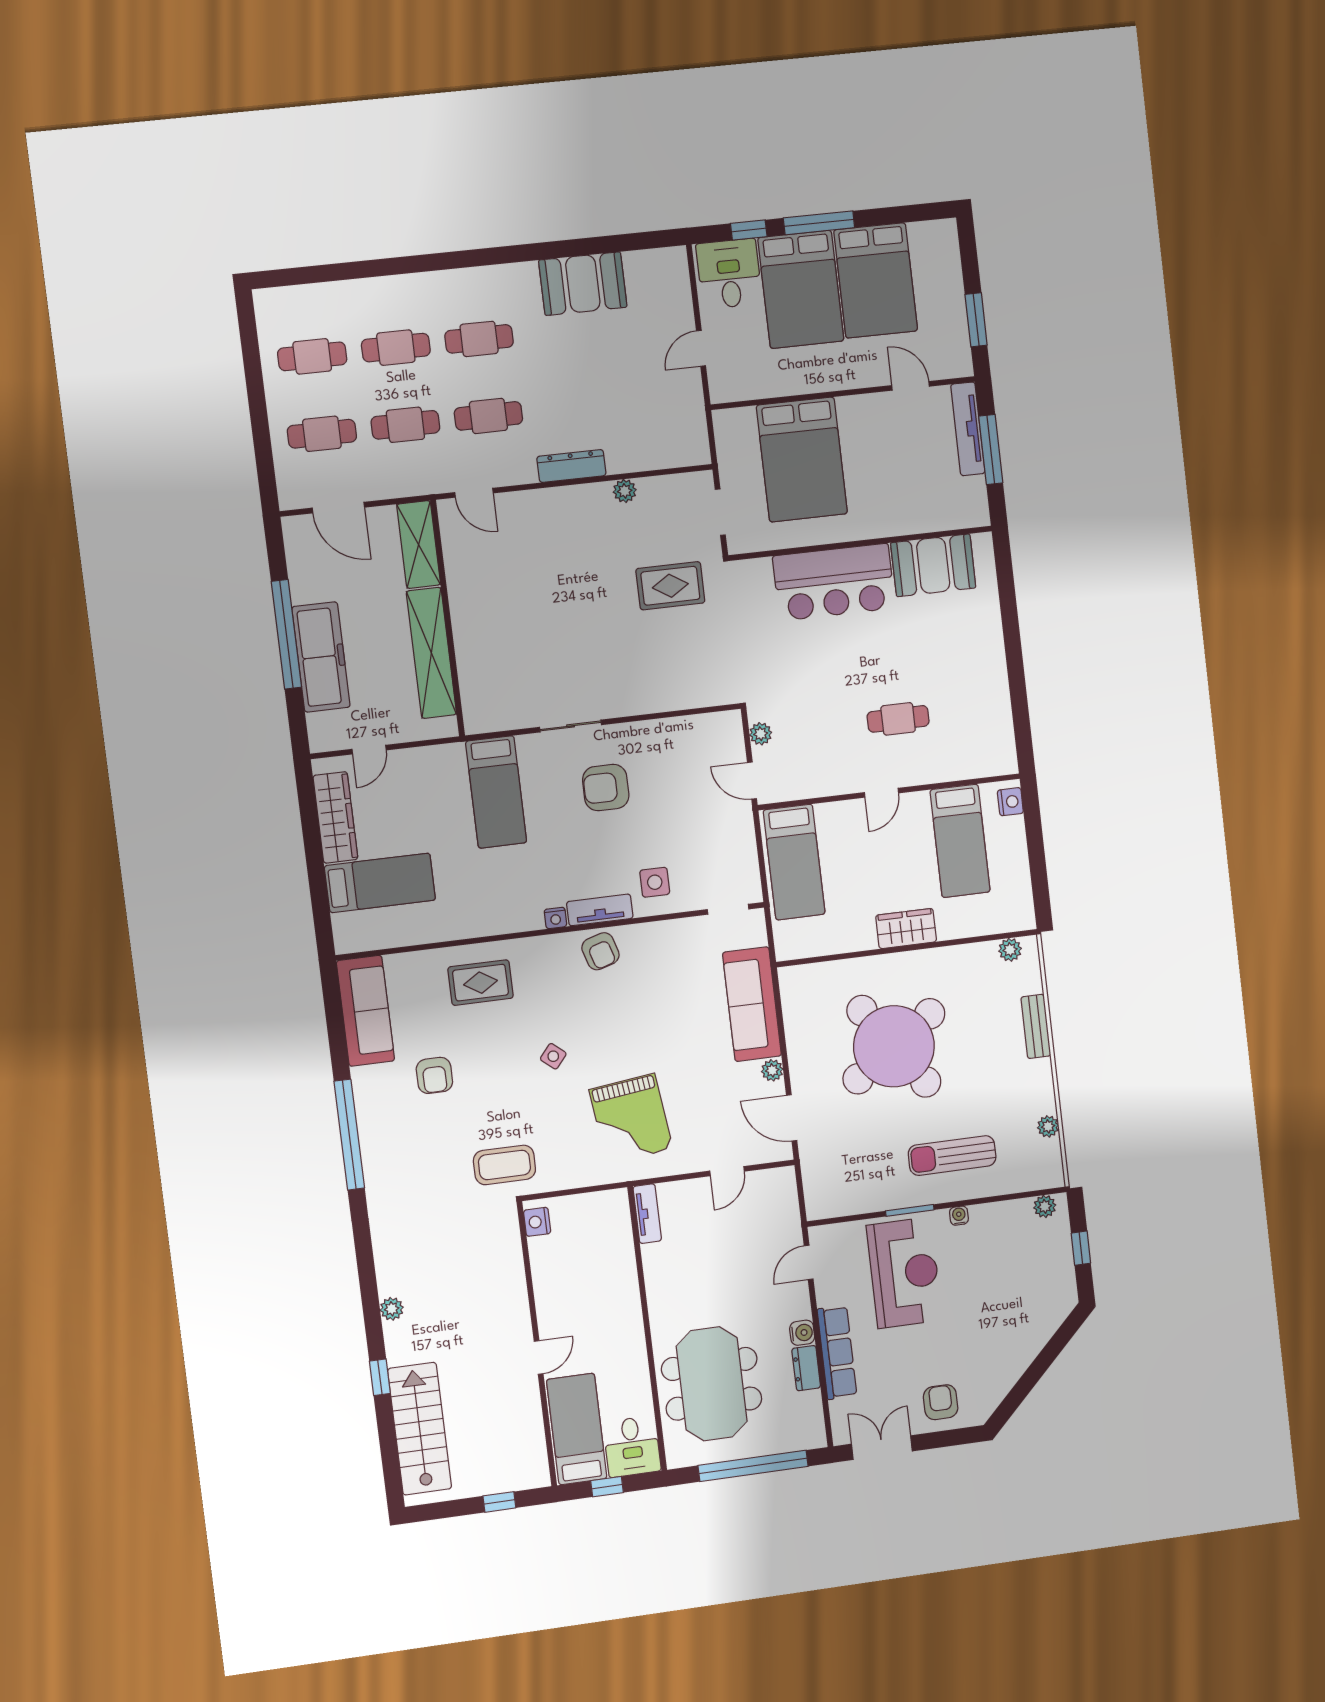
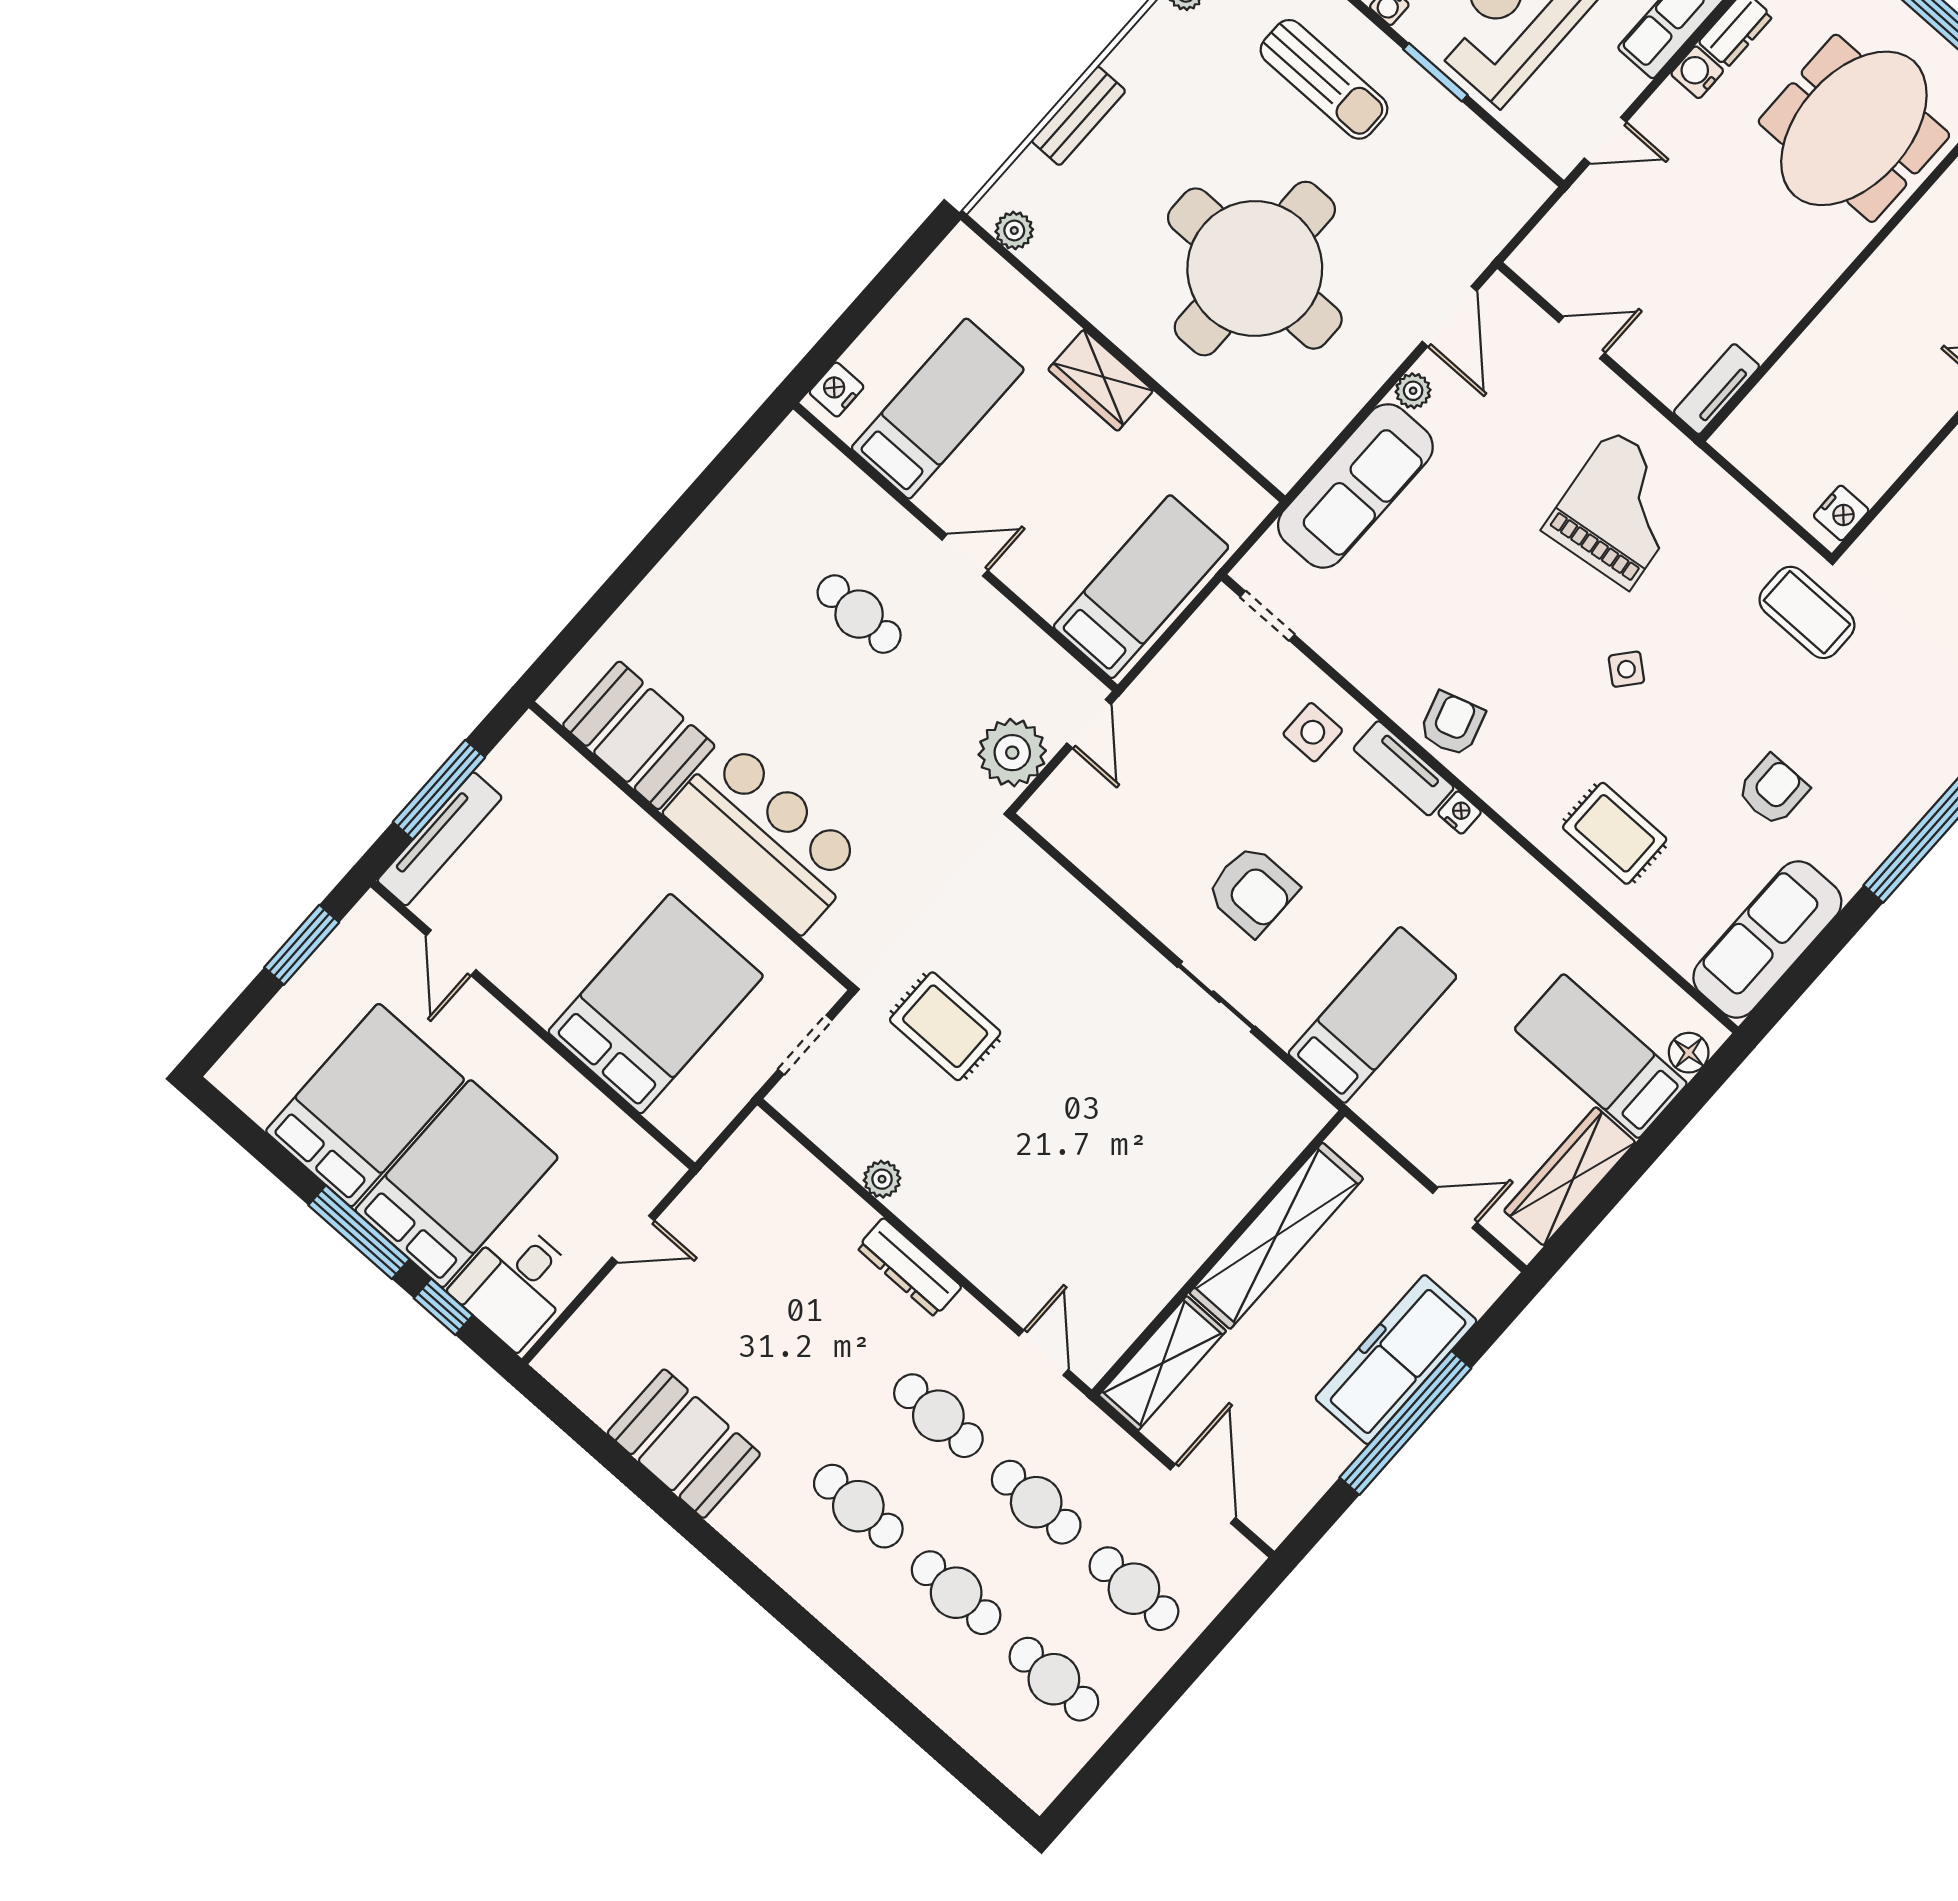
plant: (761, 734) -> (1012, 753), width x1.87, depth x1.87
floor lamp: (344, 926) -> (1689, 1053), added
round table: (894, 1046) -> (1255, 269), turned 35

